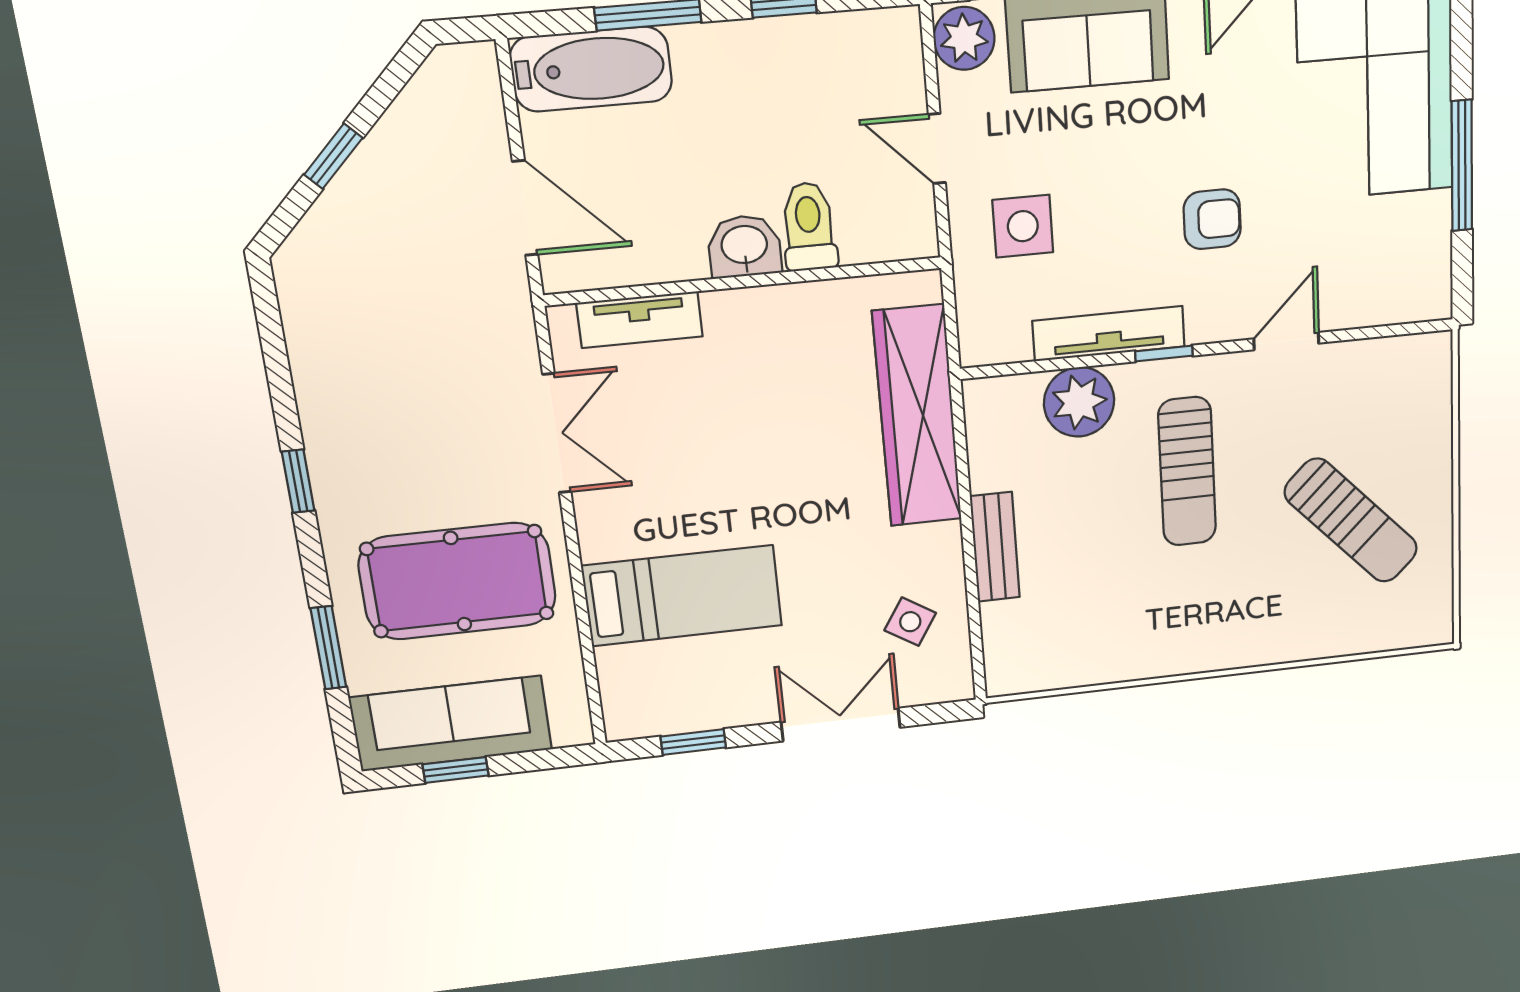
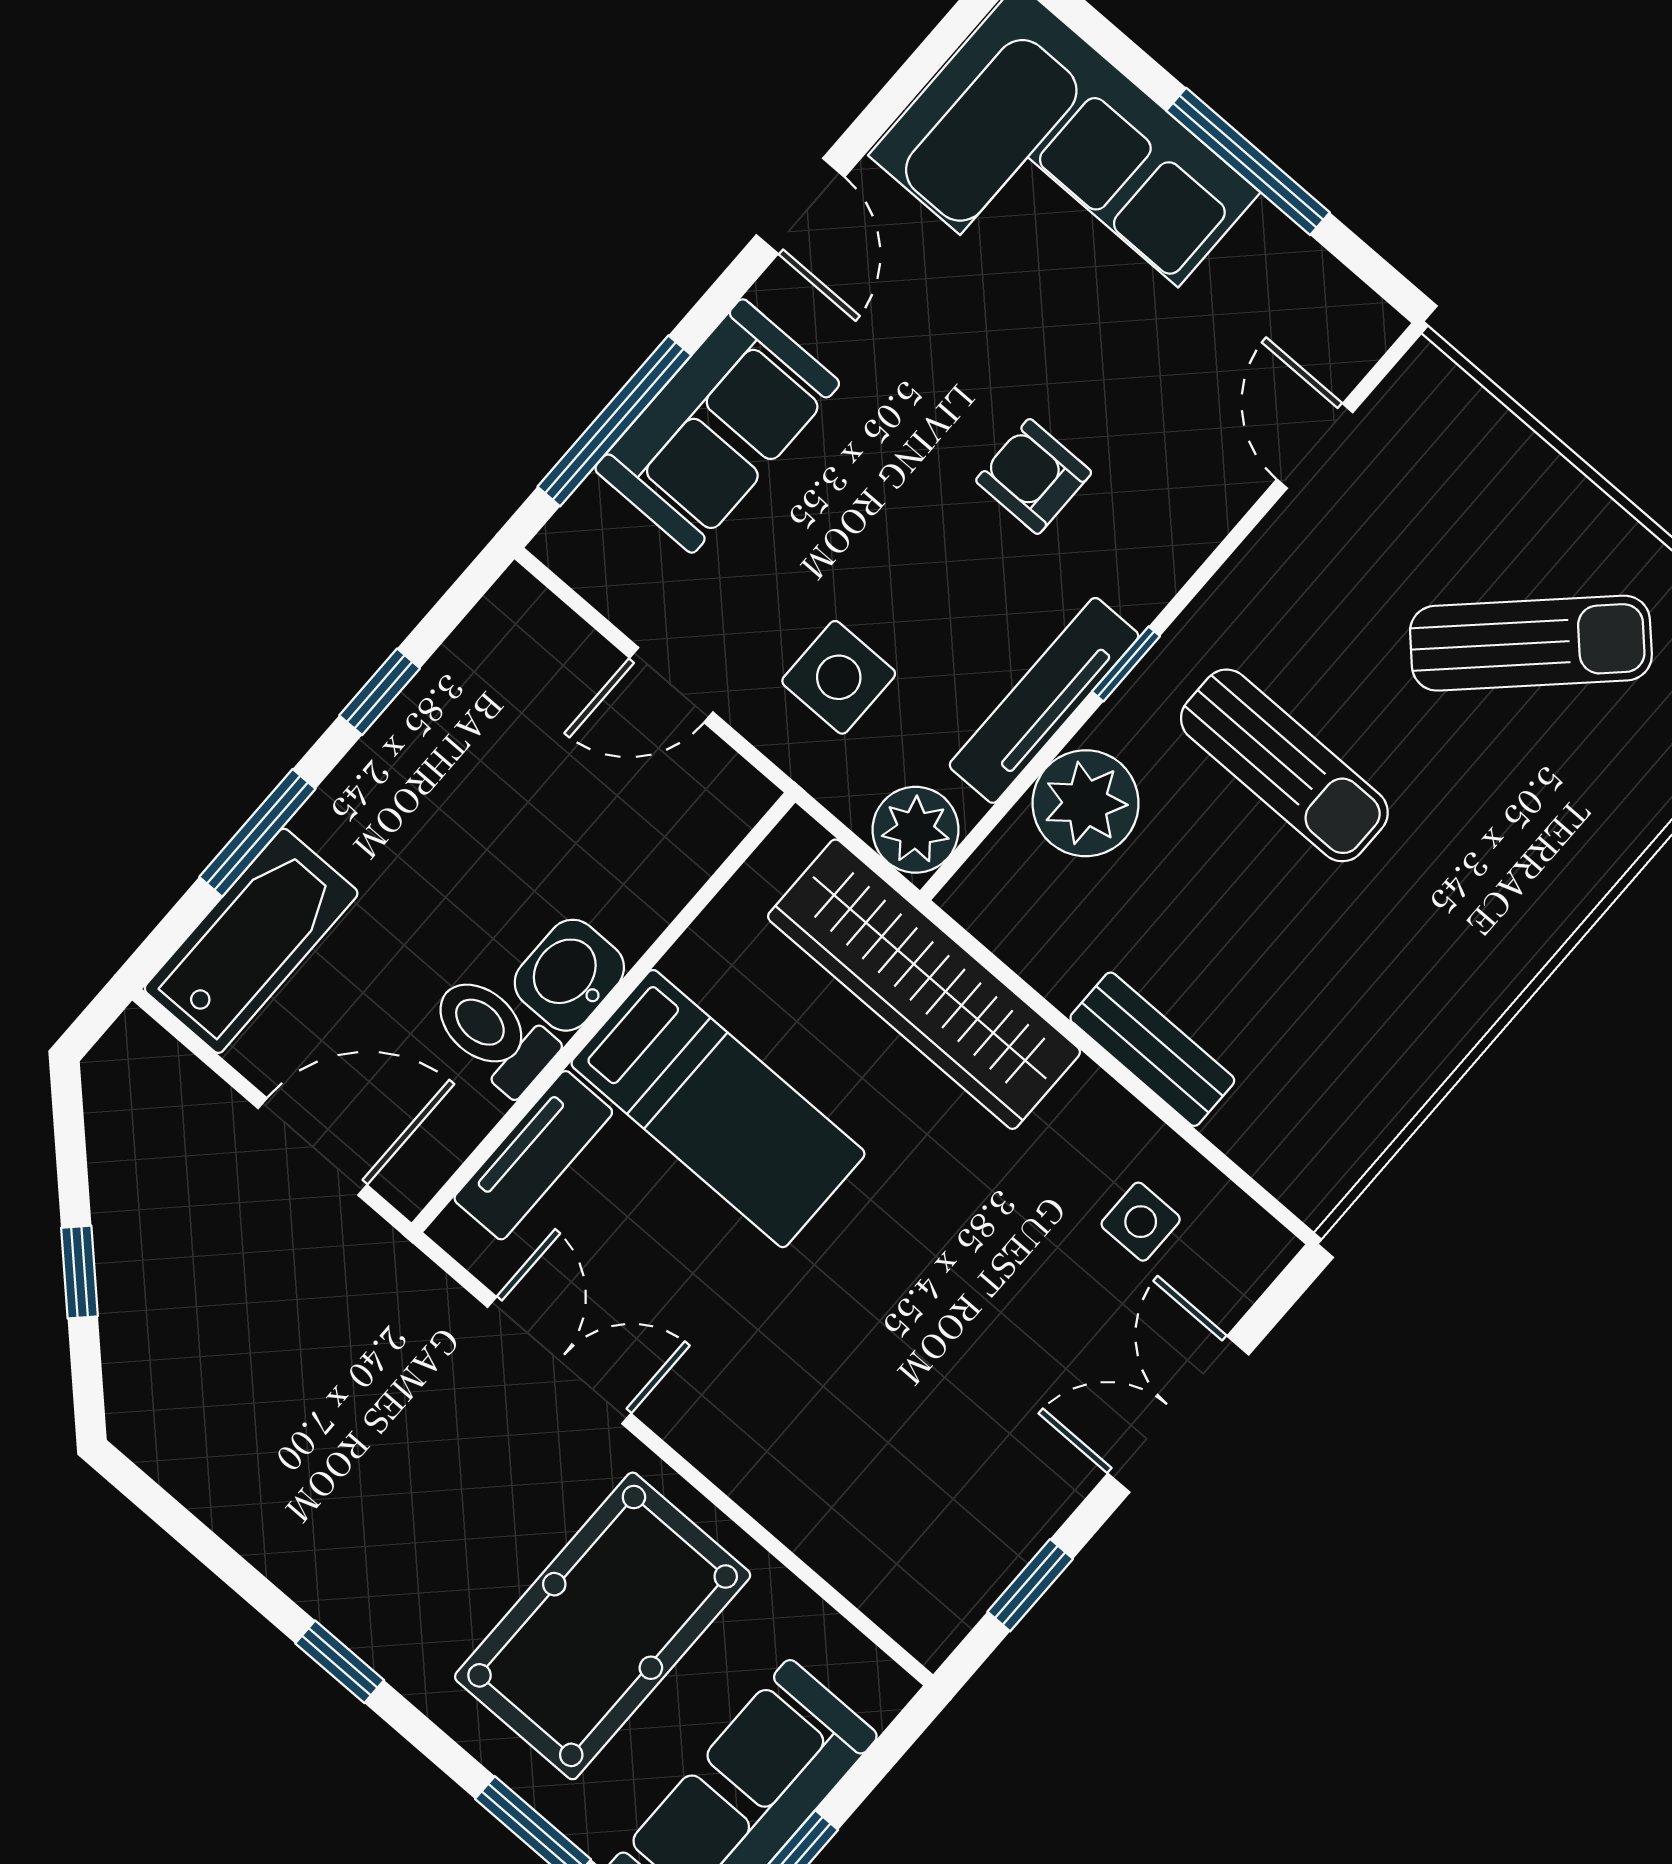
plant: (964, 38) -> (916, 830), moved
armchair: (1212, 219) -> (1034, 476), turned -90
toilet: (809, 227) -> (493, 1034), moved
door: (1286, 341) -> (1315, 446), moved
bed: (682, 596) -> (718, 1109), moved, turned 90
side table: (910, 622) -> (1141, 1222), turned -32

